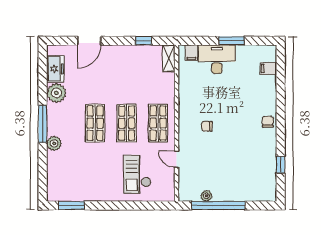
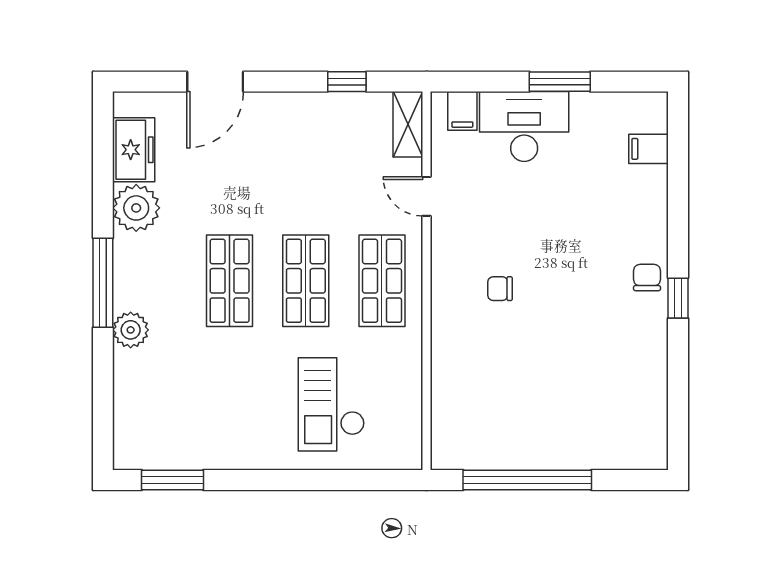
door: (177, 159) -> (427, 196), moved
window: (281, 165) -> (678, 298), moved
plant: (206, 196) -> (499, 457), removed

